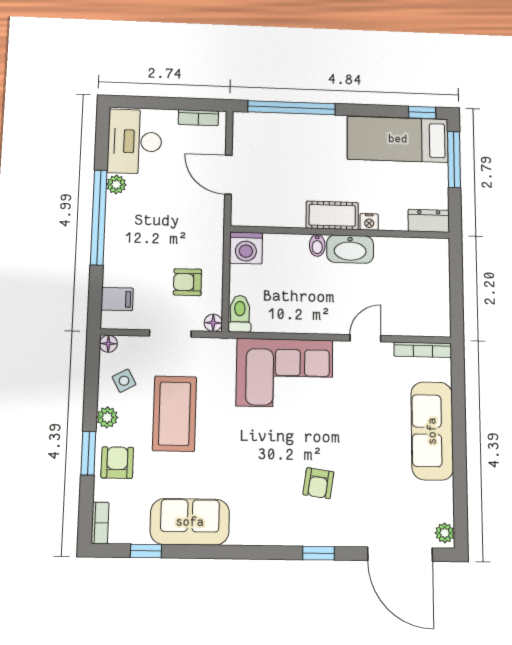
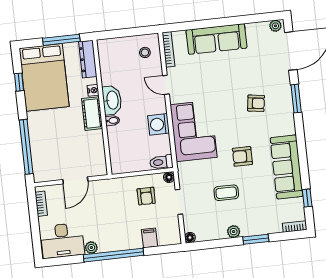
window: (422, 112) -> (19, 82), moved
bed: (398, 139) -> (44, 77), width x1.50
window: (454, 159) -> (61, 40), moved
dresser: (429, 221) -> (88, 59), width x1.44
washing machine: (246, 248) -> (159, 124), moved, turned 180
filing cabinet: (117, 299) -> (149, 238), moved
stool: (421, 312) -> (145, 52), added
side table: (124, 381) -> (211, 225), removed
coffee table: (175, 414) -> (226, 193), width x0.54, depth x0.58
armchair: (117, 463) -> (242, 156), moved
sofa: (190, 522) -> (287, 167), width x1.36
window: (319, 553) -> (296, 99), width x1.50

